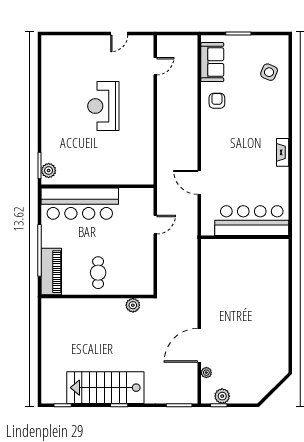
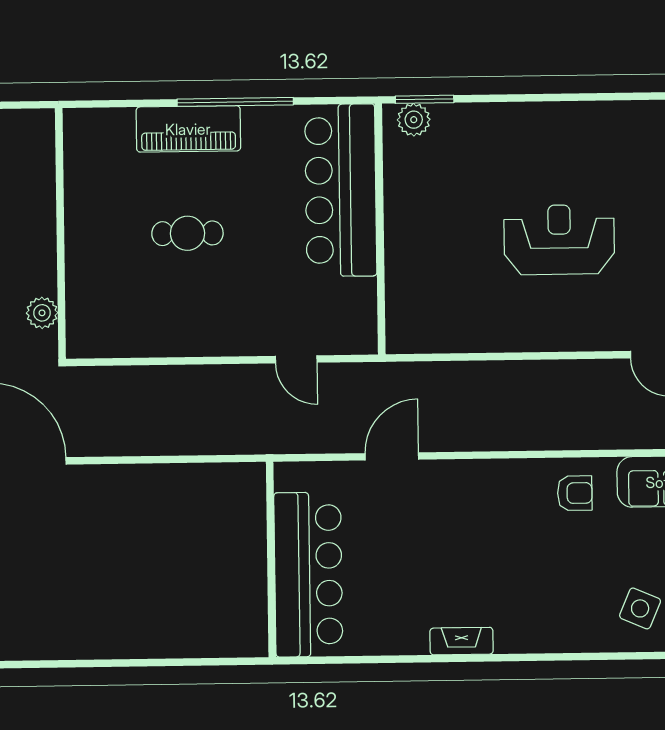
wall: (97, 296) -> (60, 234), moved
plant: (133, 305) -> (42, 313), moved

